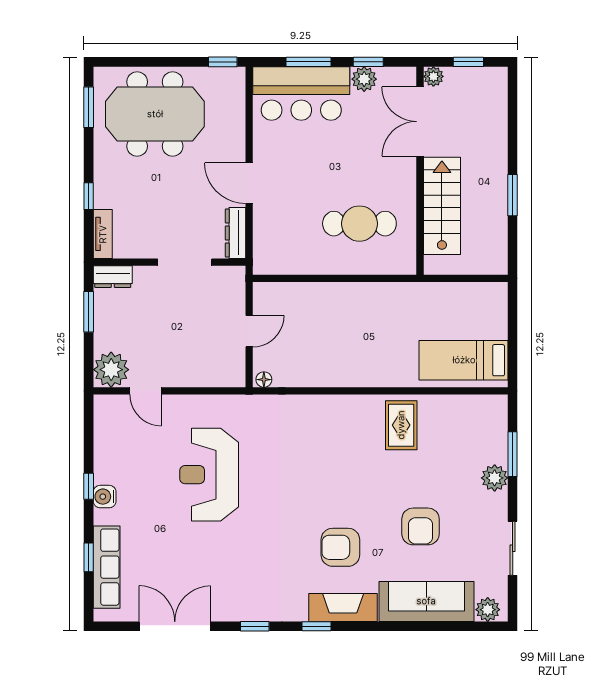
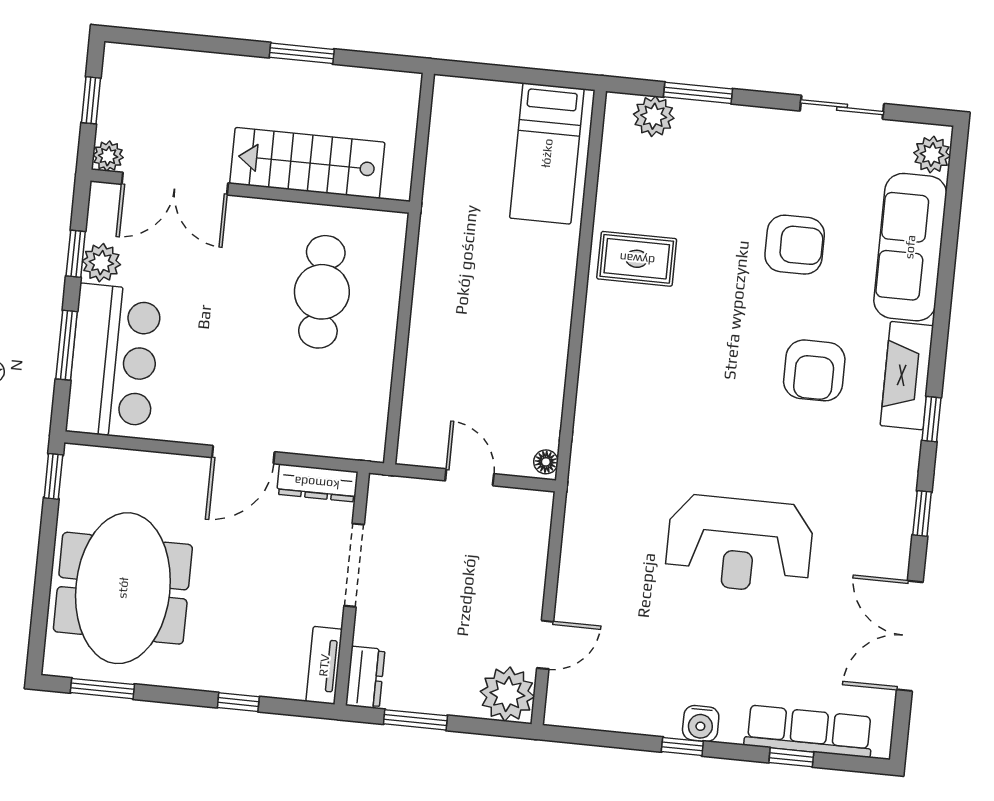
tv unit: (103, 234) -> (324, 665), moved, turned -90
reception desk: (209, 475) -> (739, 544), moved
plant: (495, 478) -> (654, 116), moved

